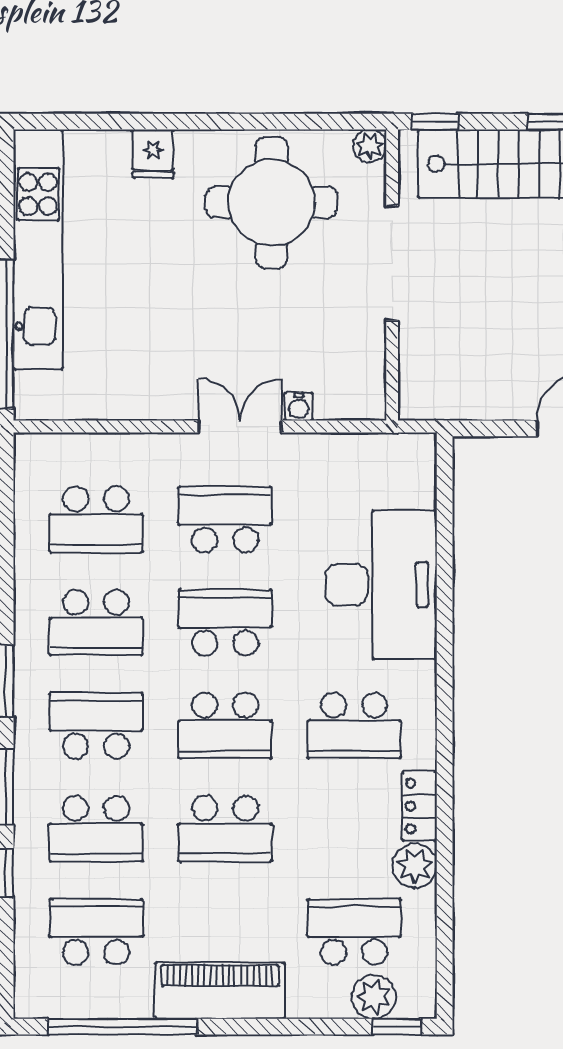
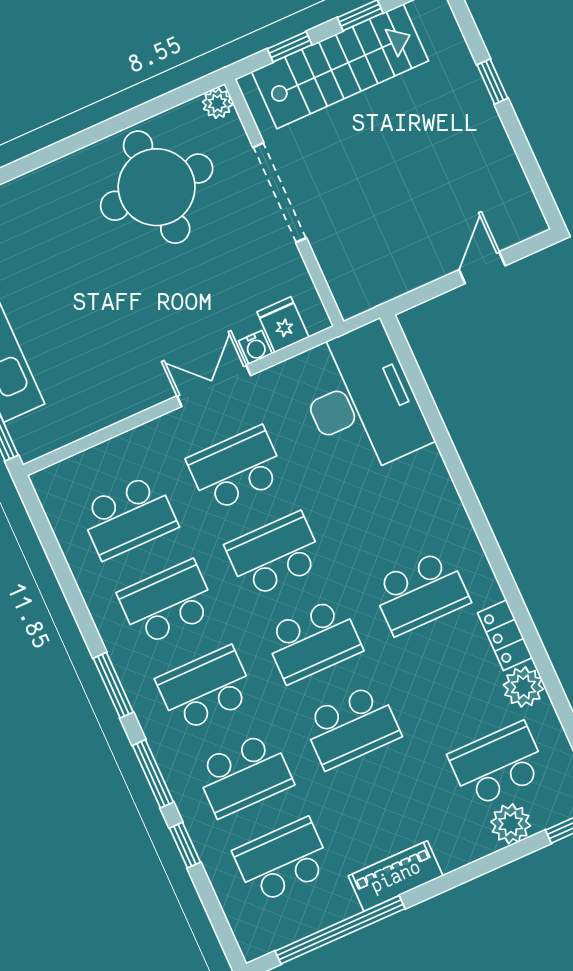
window: (435, 122) -> (290, 47), moved
fridge: (153, 154) -> (283, 325), moved, turned 180
desk: (381, 585) -> (361, 400), moved
school desk: (96, 623) -> (167, 603), turned 180
piano: (220, 991) -> (396, 876), width x0.73, depth x0.75
plant: (374, 997) -> (511, 824), moved

